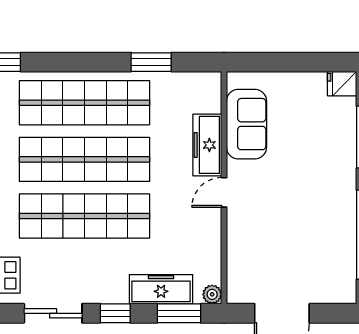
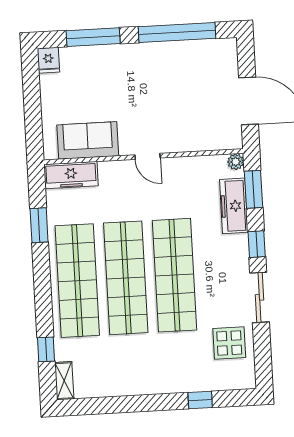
freezer: (207, 145) -> (71, 175), moved

